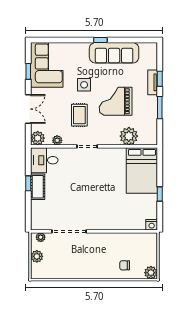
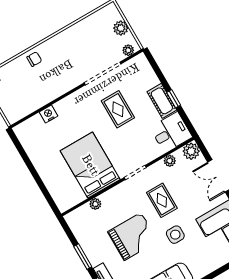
plant: (129, 136) -> (95, 204), width x0.53, depth x0.53
bed: (142, 171) -> (90, 165), moved
window: (160, 194) -> (31, 167), removed
rug: (73, 199) -> (118, 109), added
nightstand: (152, 225) -> (49, 114), moved
chair: (125, 265) -> (34, 59), moved

